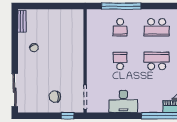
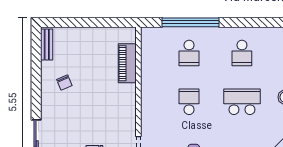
school desk: (157, 27) -> (242, 53), width x0.54
piano: (77, 34) -> (127, 63), added

